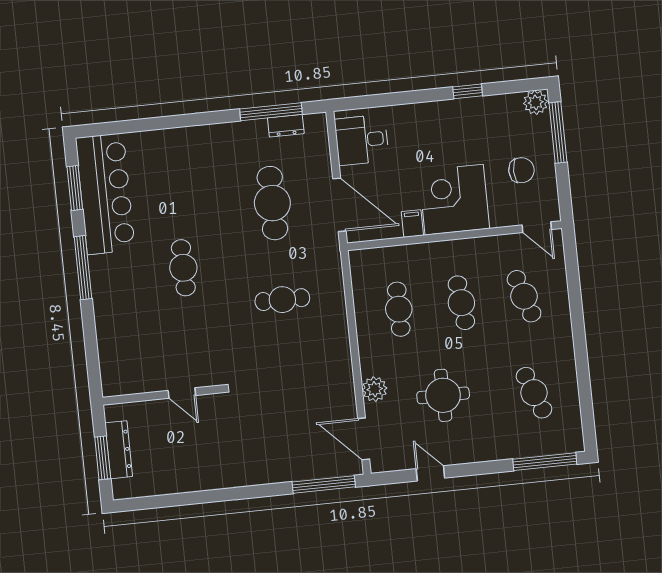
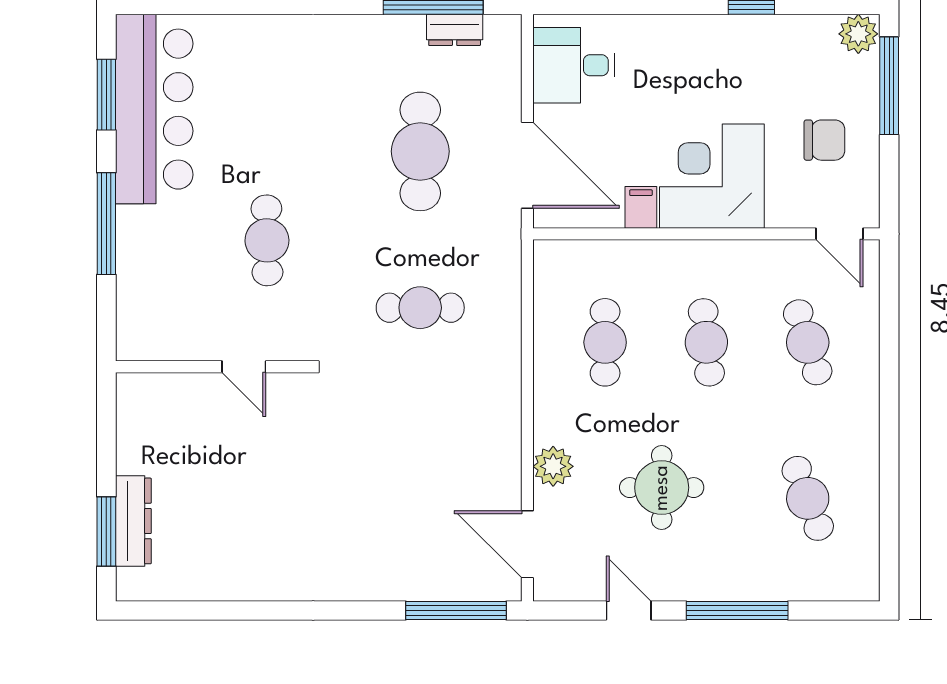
door: (182, 393) -> (244, 367), moved
wall: (162, 395) -> (212, 367), moved
window: (545, 462) -> (737, 610), moved

